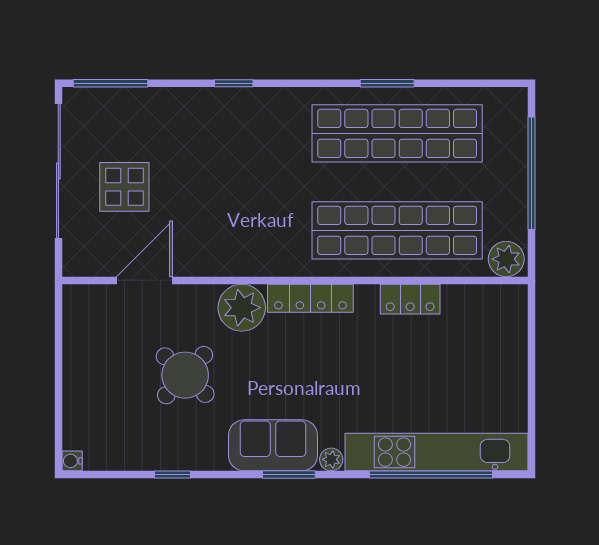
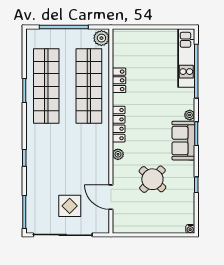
plant: (242, 308) -> (118, 154), width x0.53, depth x0.53
kitchen unit: (437, 452) -> (186, 58), width x0.73

